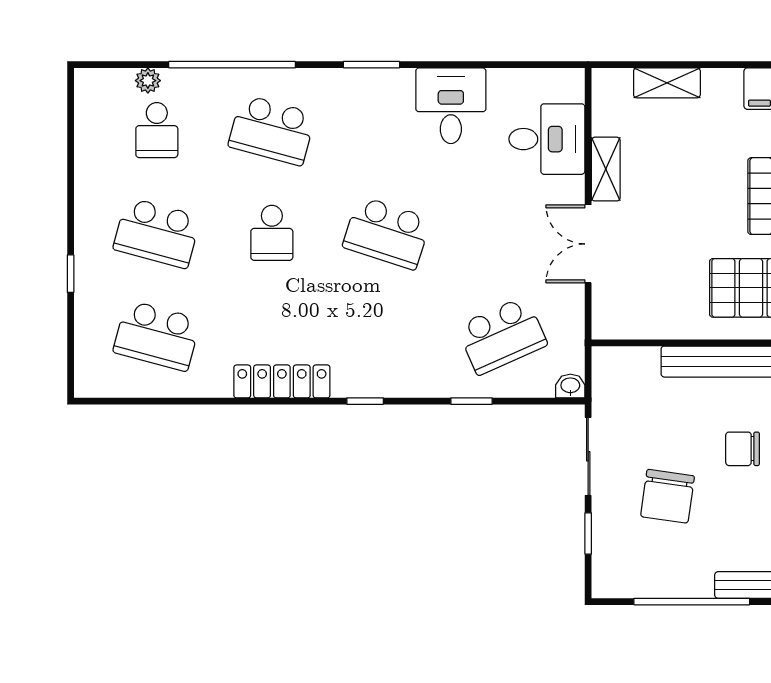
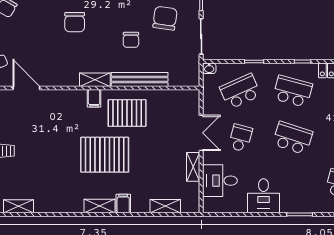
school desk: (502, 233) -> (240, 138), added
school desk: (387, 336) -> (293, 91), added
chair: (742, 449) -> (131, 40), turned 90

